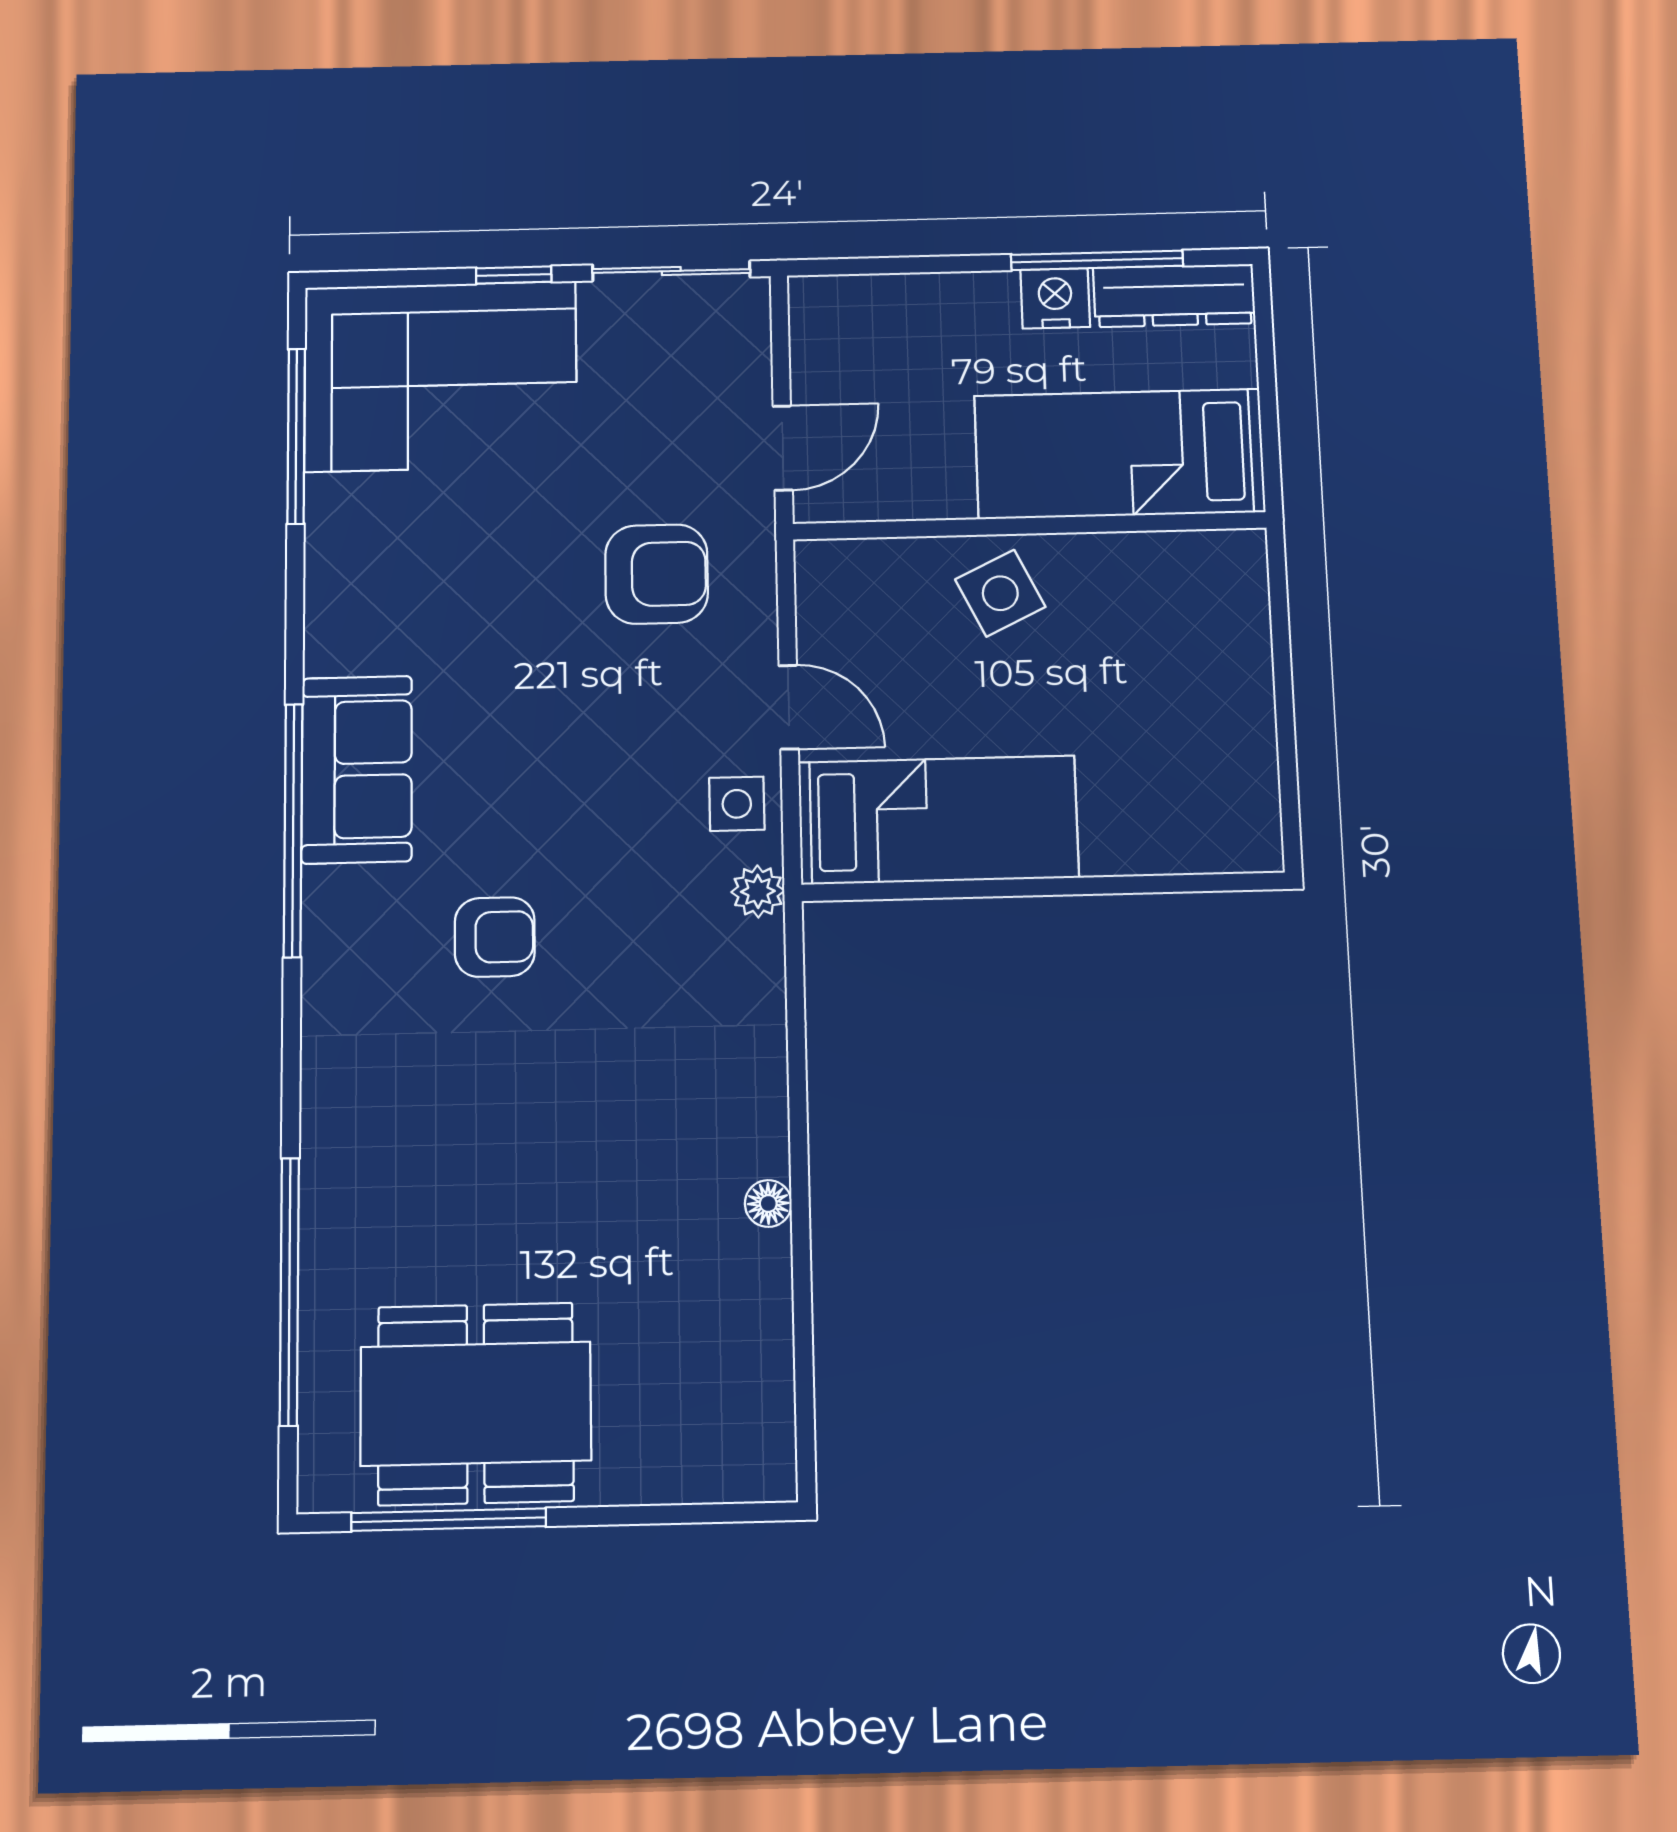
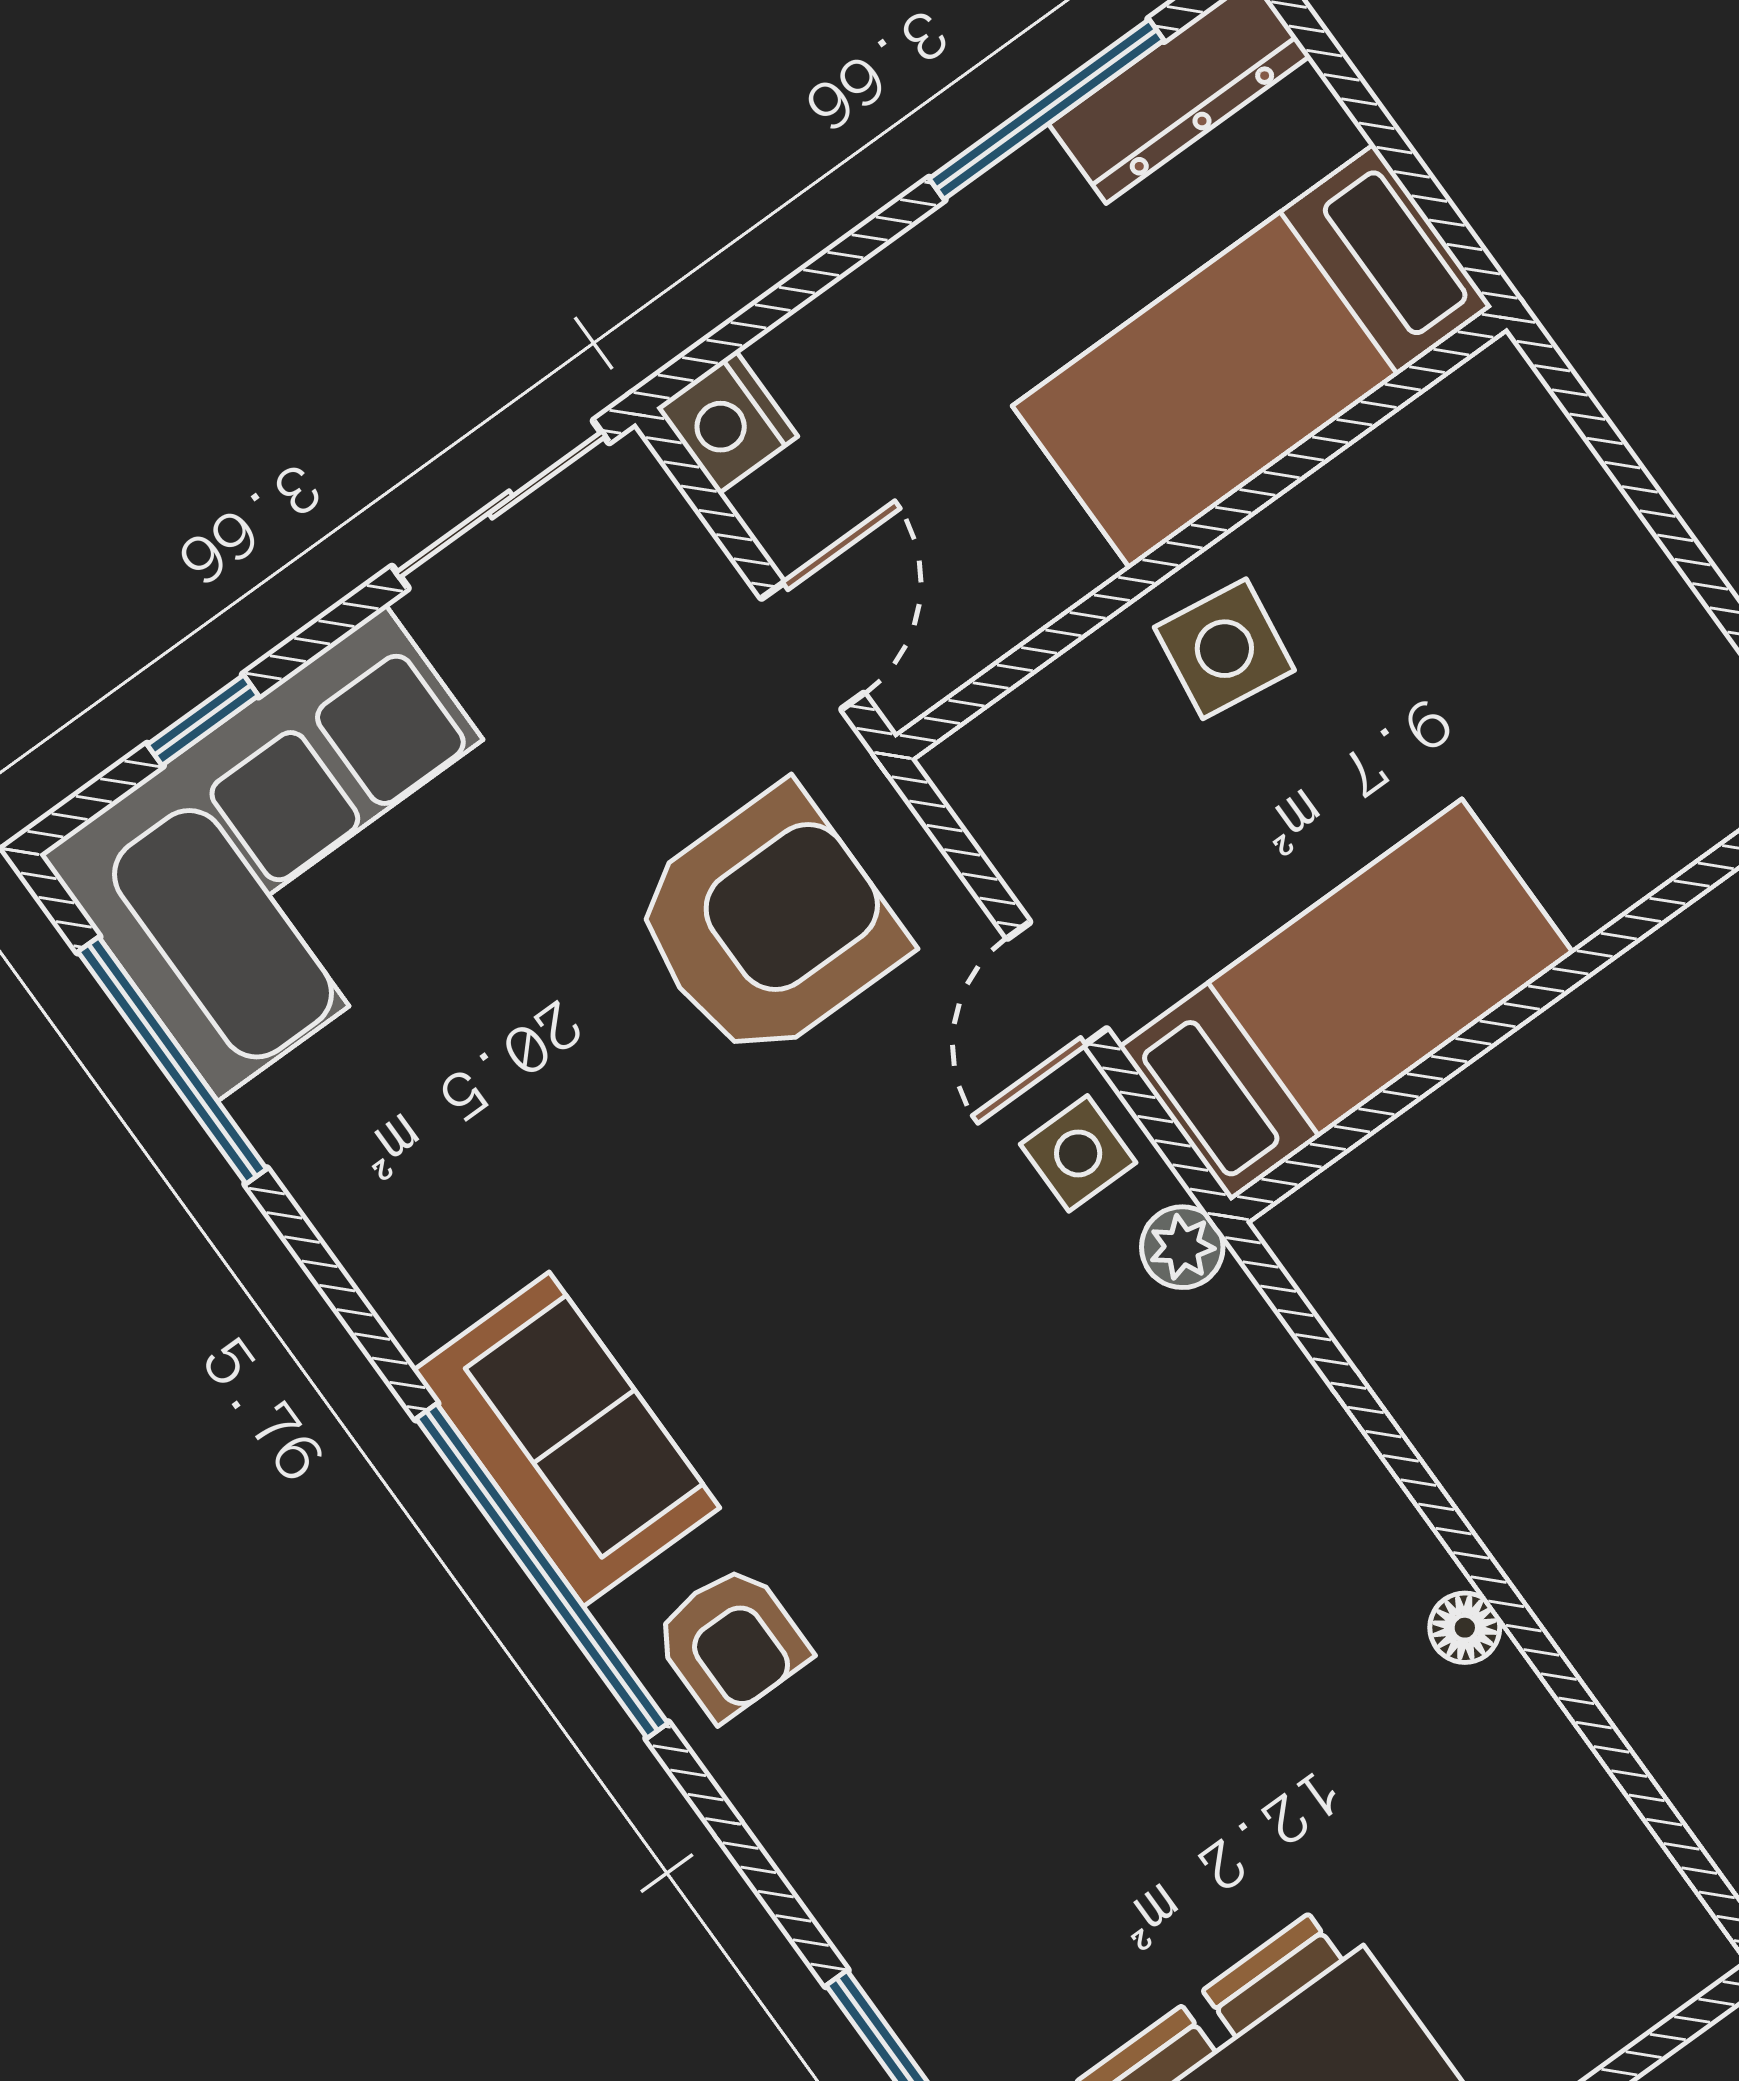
window: (514, 275) -> (203, 720), moved
nightstand: (1055, 298) -> (727, 422), moved, turned -90
armchair: (657, 574) -> (767, 925), width x1.36, depth x1.36
side table: (1000, 593) -> (1224, 649), turned 34
door: (789, 707) -> (1057, 983), swing flipped
armchair: (495, 937) -> (731, 1642), moved, turned 90

